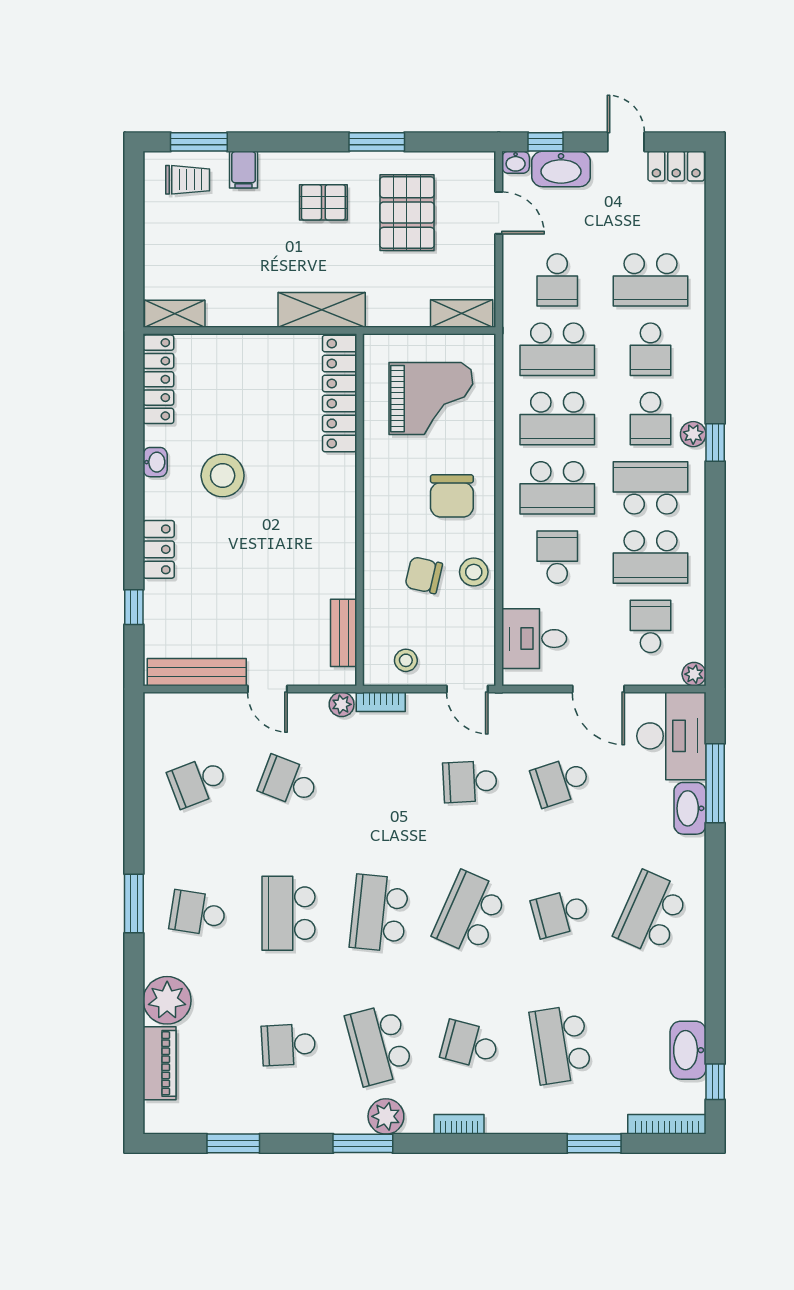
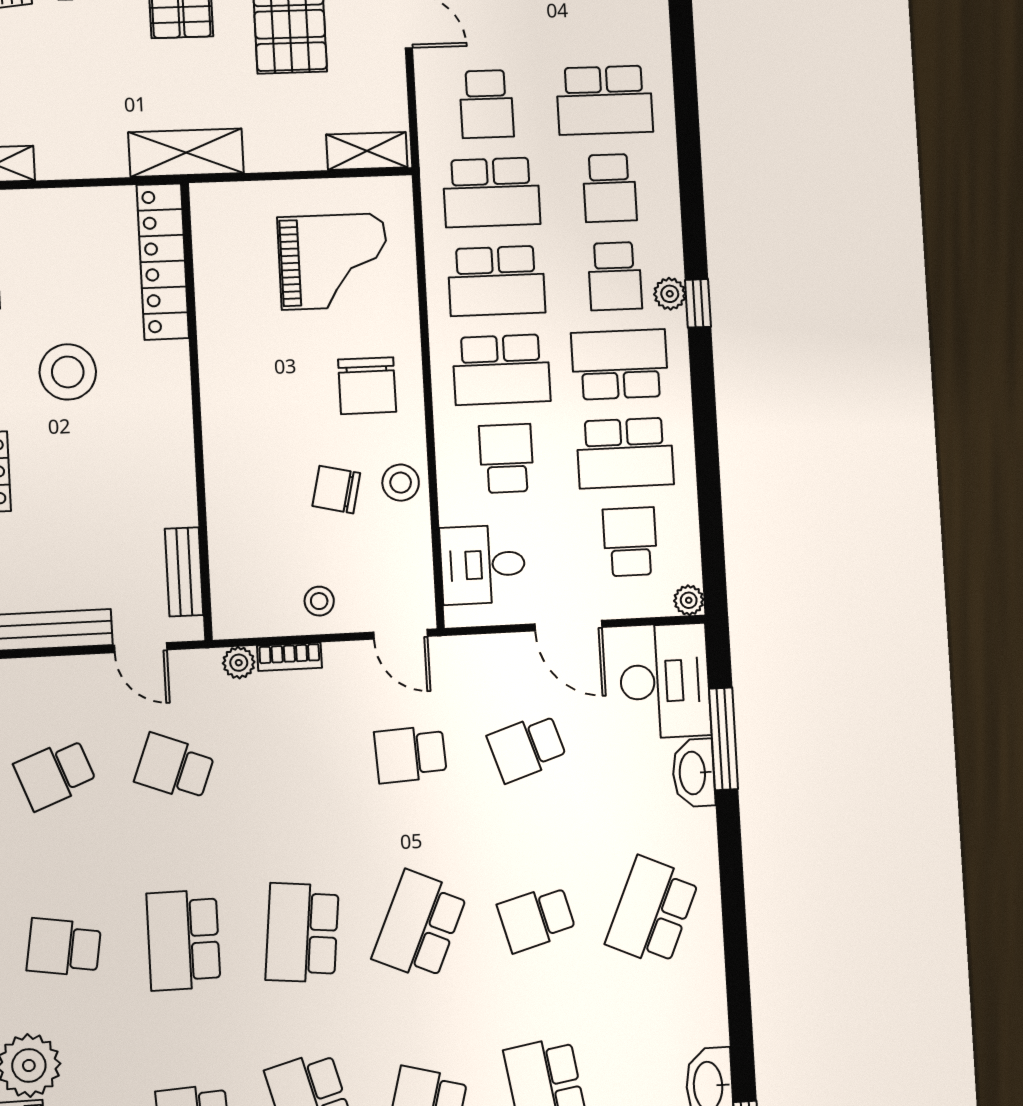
locker: (340, 393) -> (163, 262), moved
wall: (360, 510) -> (197, 411), moved
bench: (344, 633) -> (184, 572), moved

